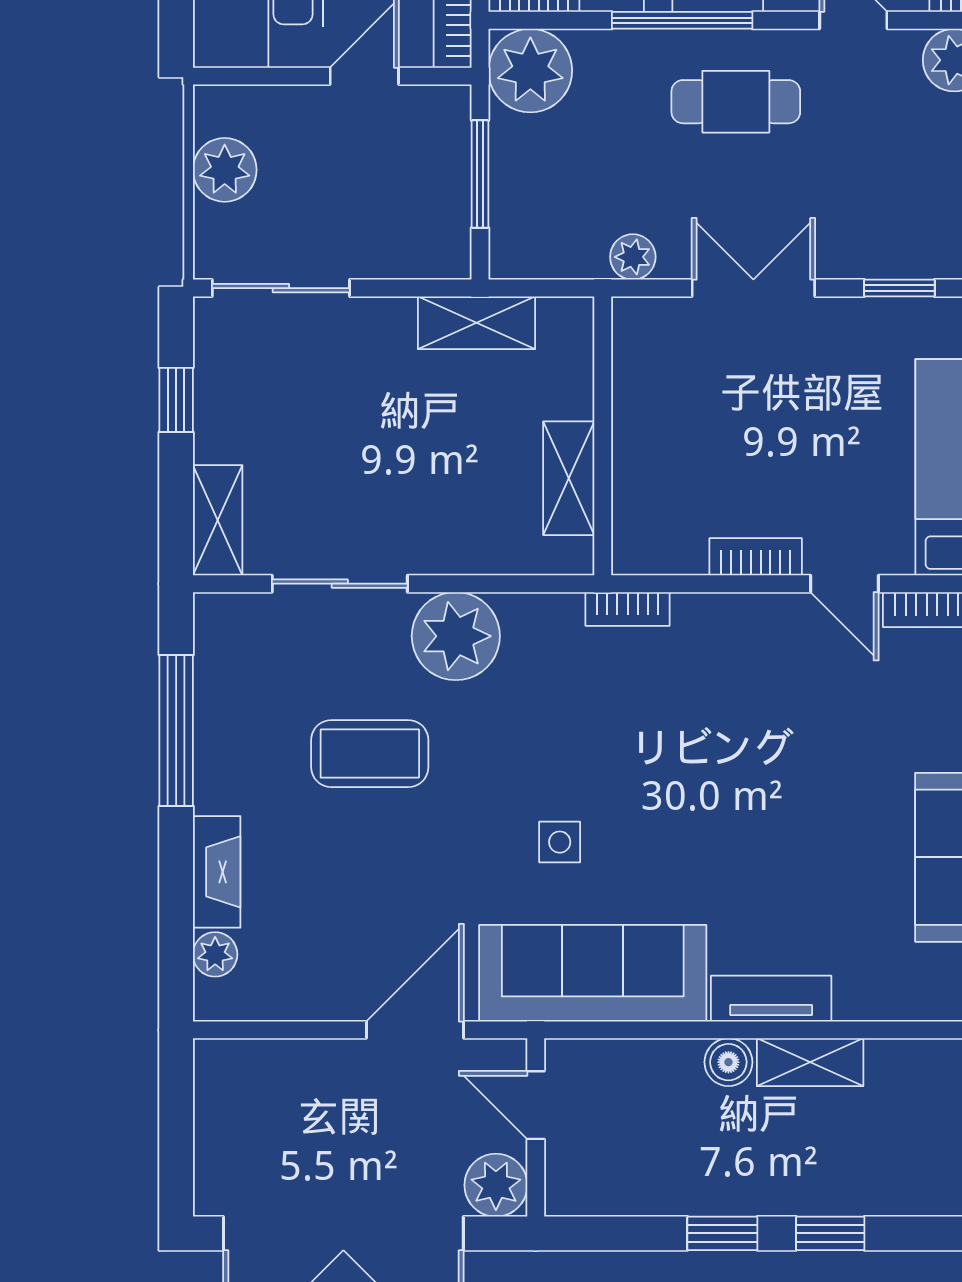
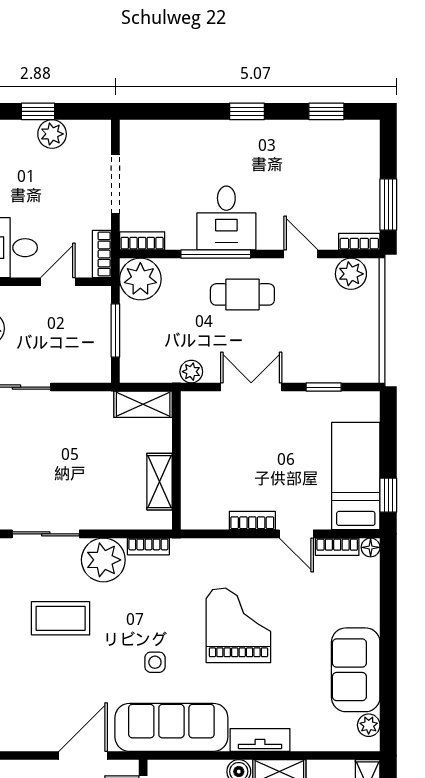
shelving: (476, 323) -> (143, 404), moved
bookcase: (628, 609) -> (148, 546), moved
grand piano: (728, 768) -> (238, 625), added

